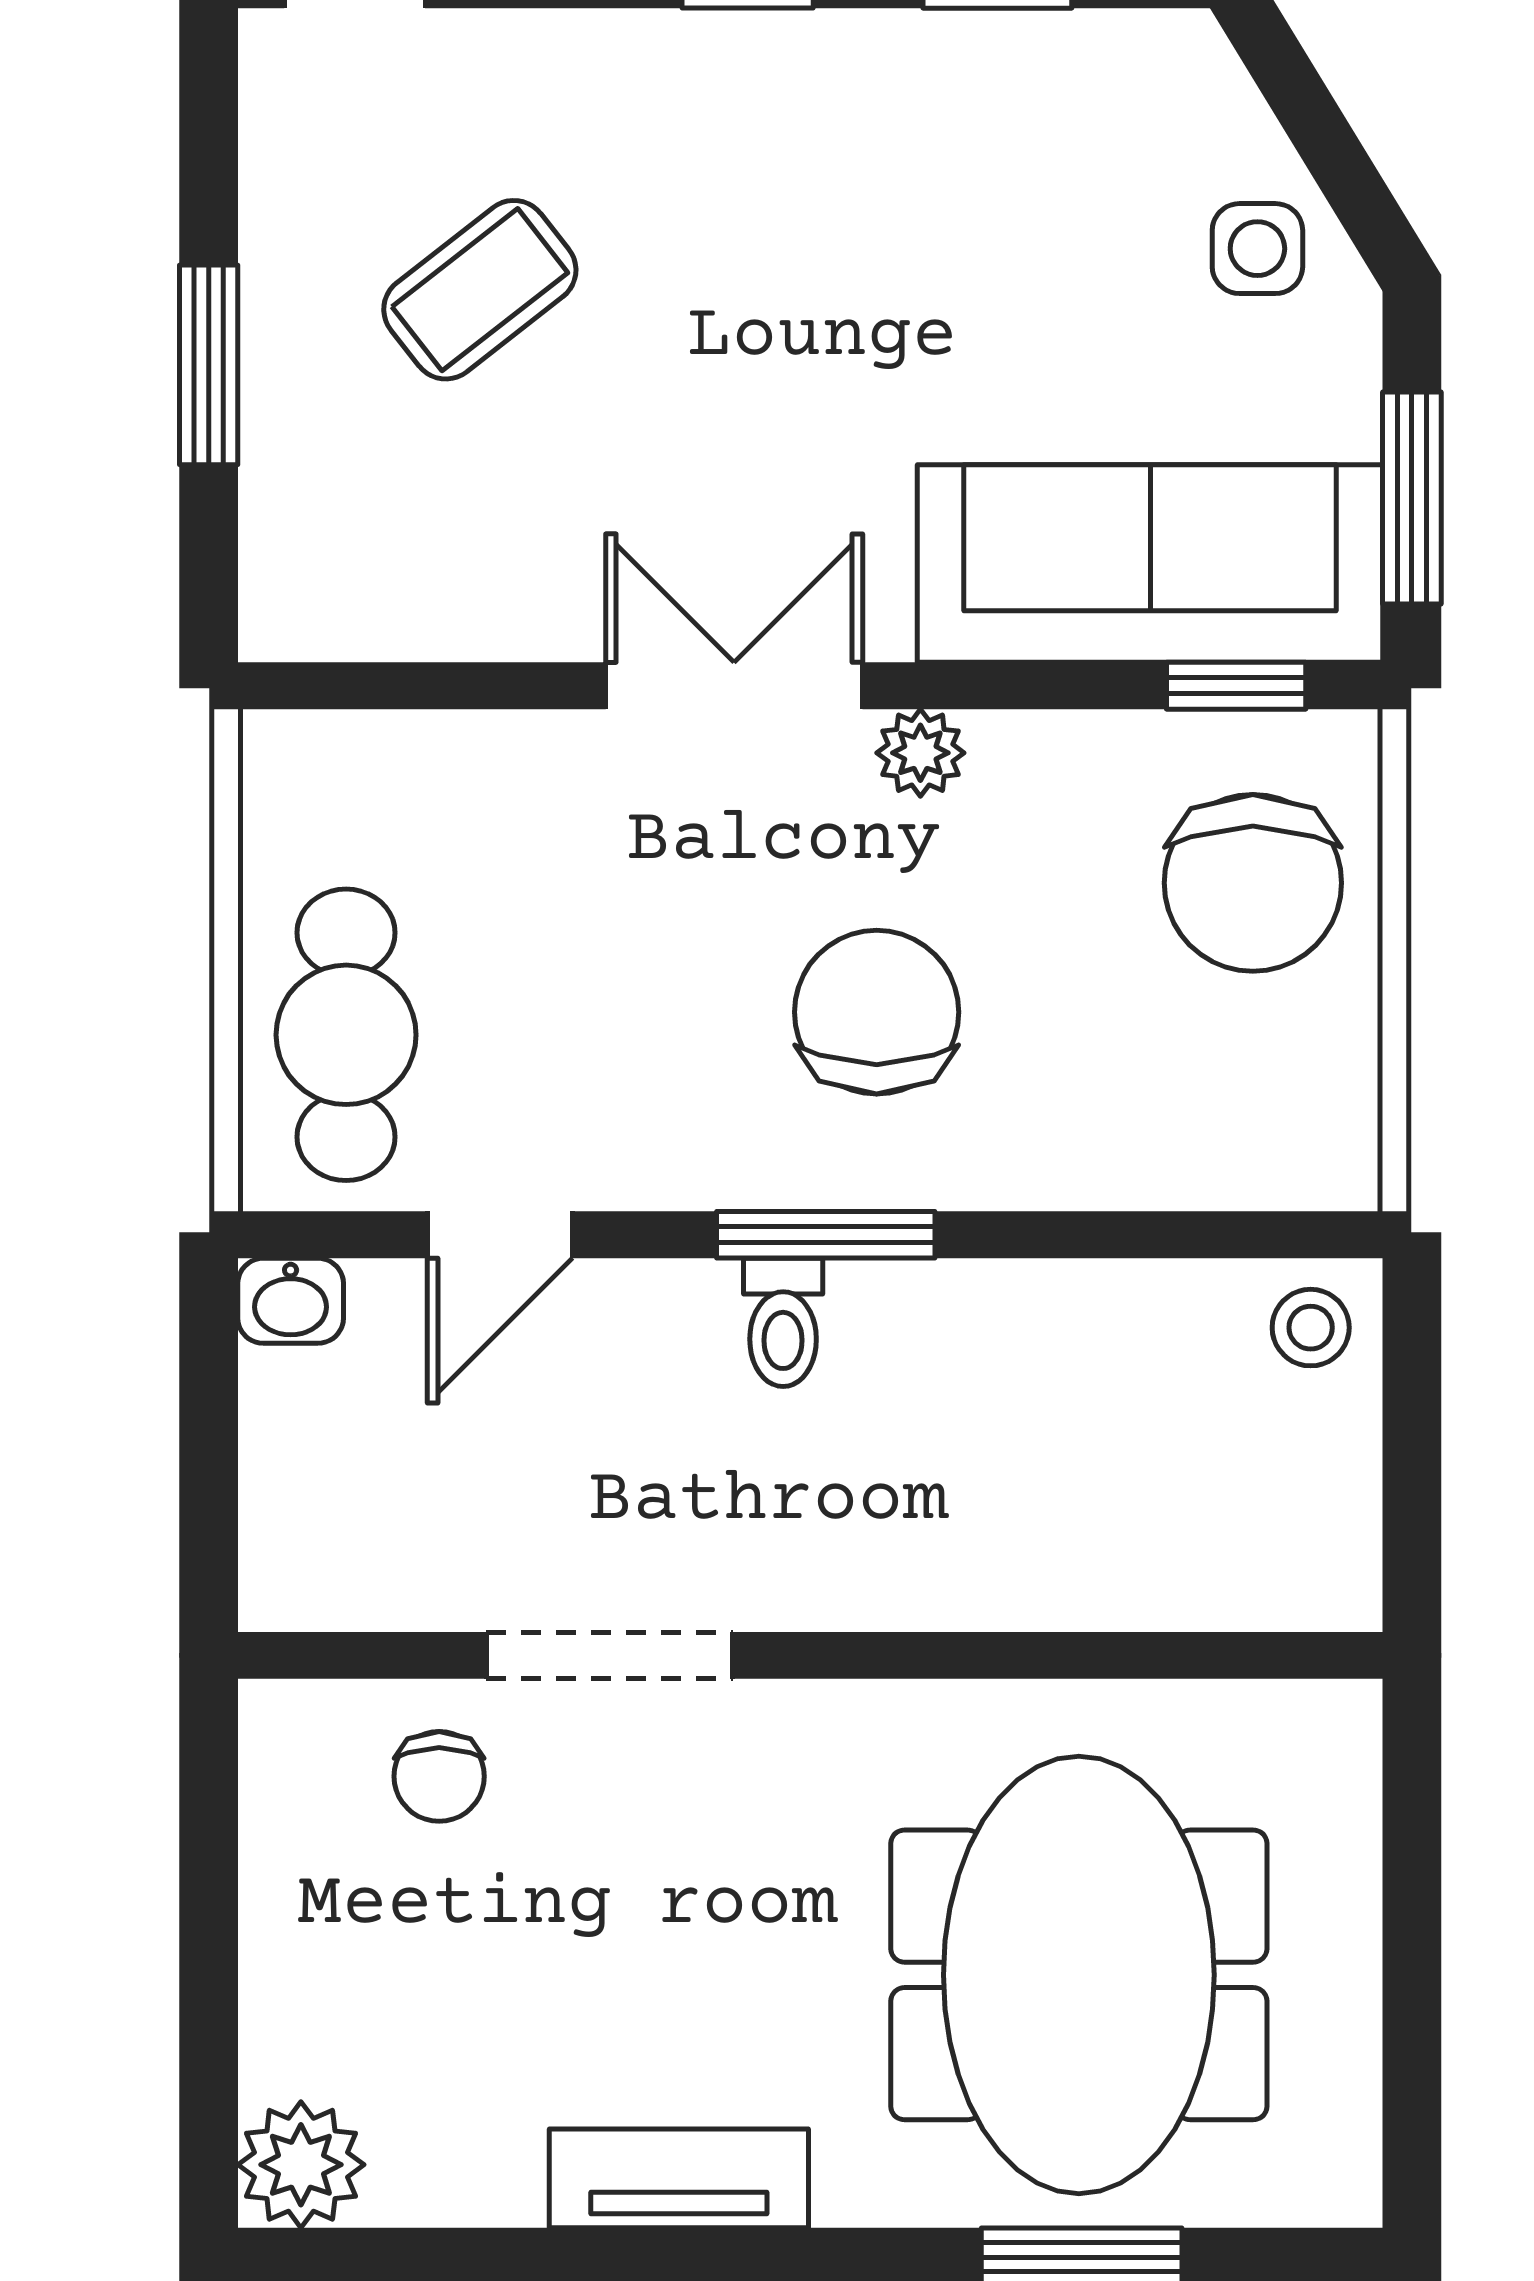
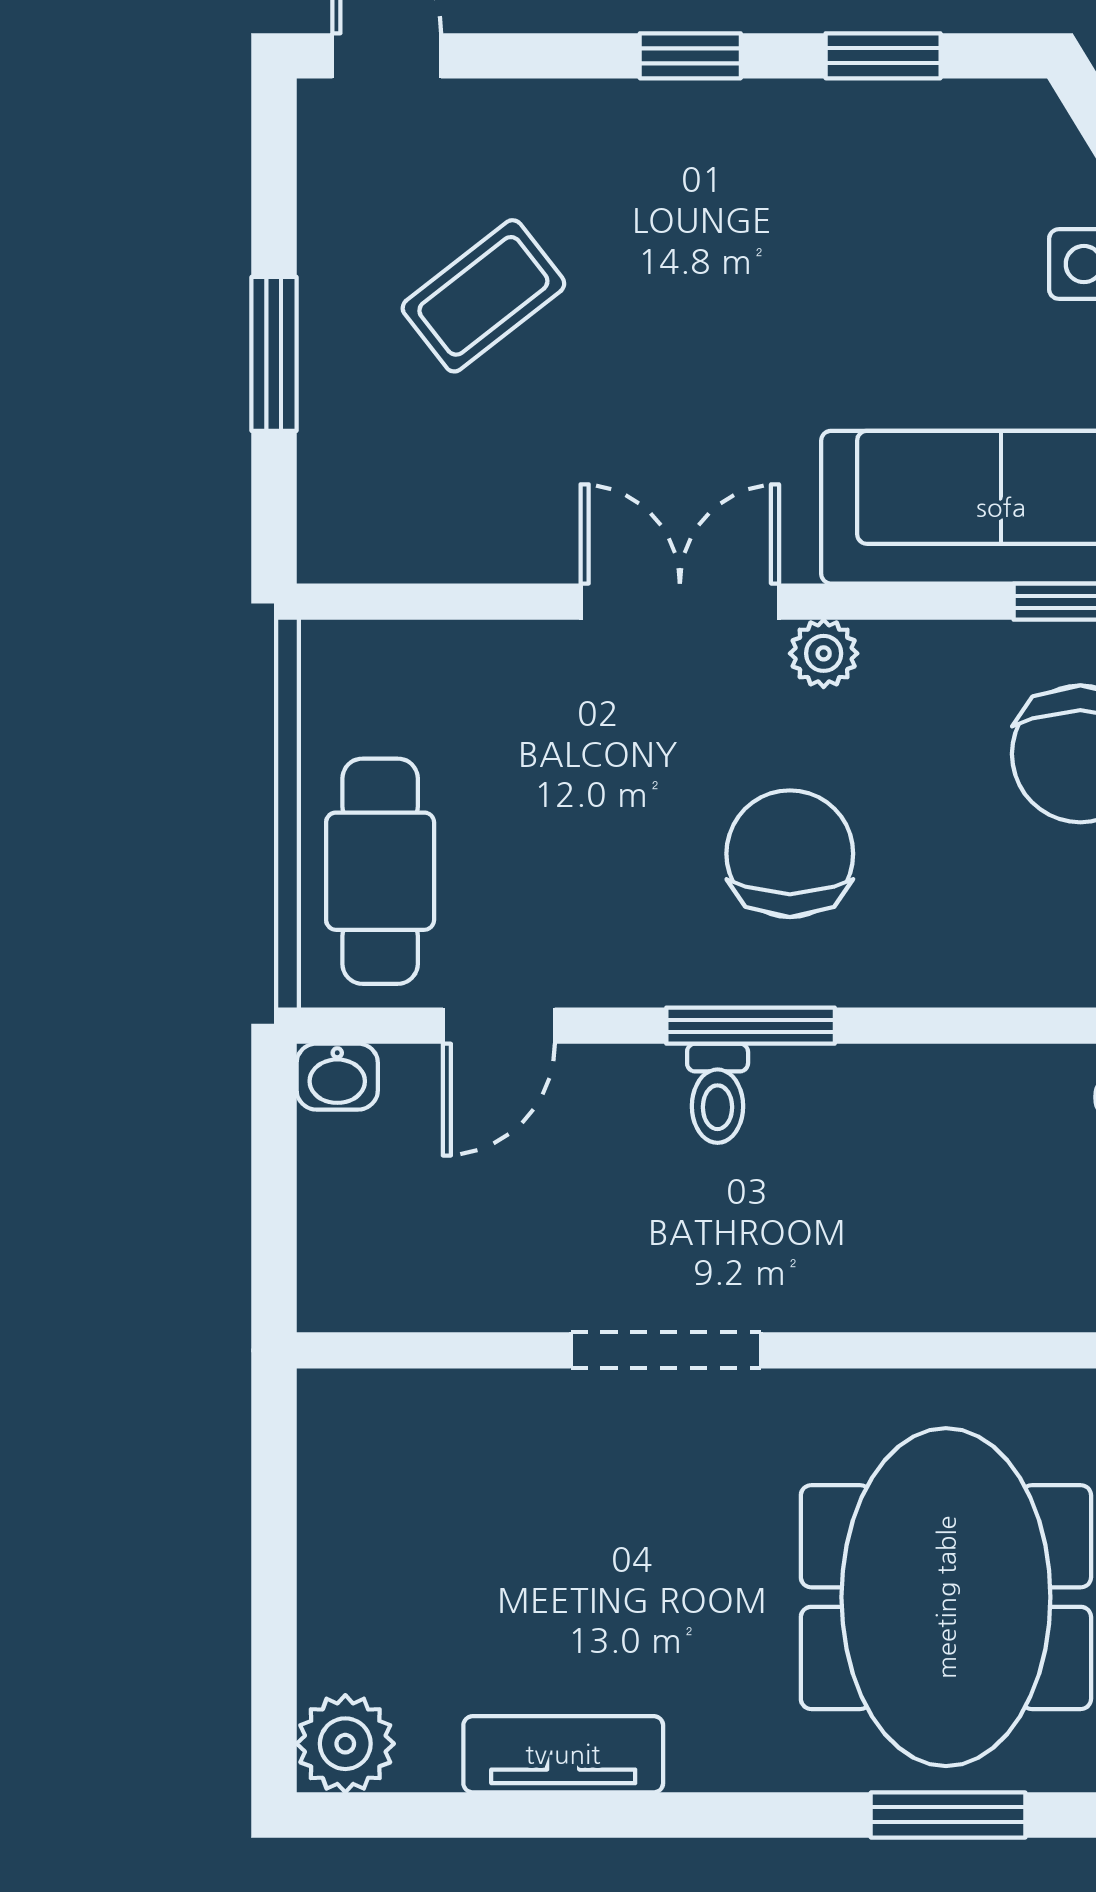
doorway: (609, 1655) -> (666, 1350), moved
chair: (439, 1776) -> (452, 1444), removed
tv unit: (679, 2178) -> (563, 1754), moved

